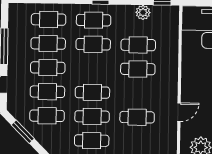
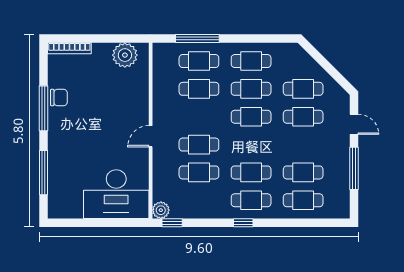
plant: (143, 12) -> (161, 210), moved
cafe table: (48, 68) -> (199, 61), moved
door: (179, 112) -> (151, 136), moved
window: (23, 132) -> (331, 70), removed

